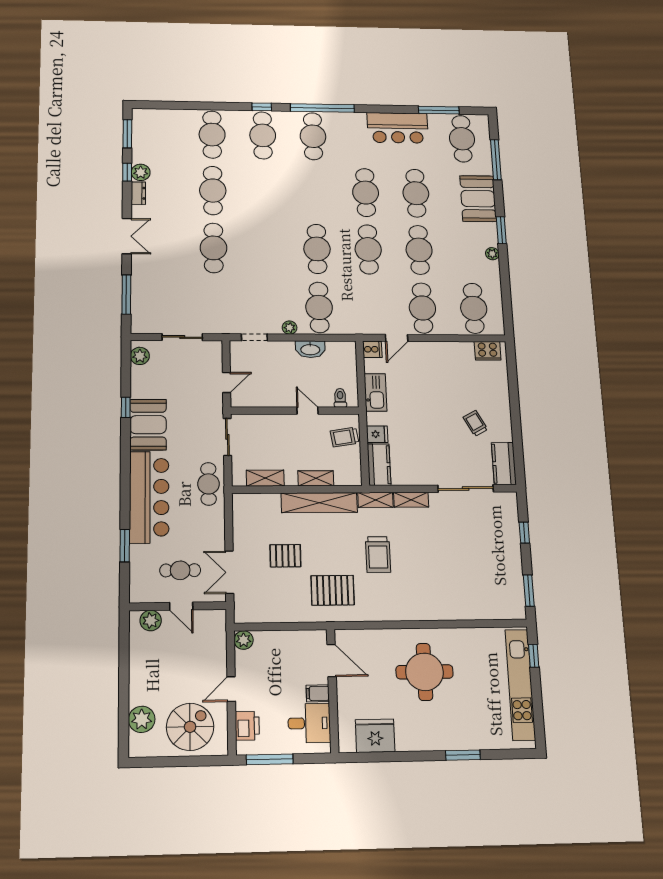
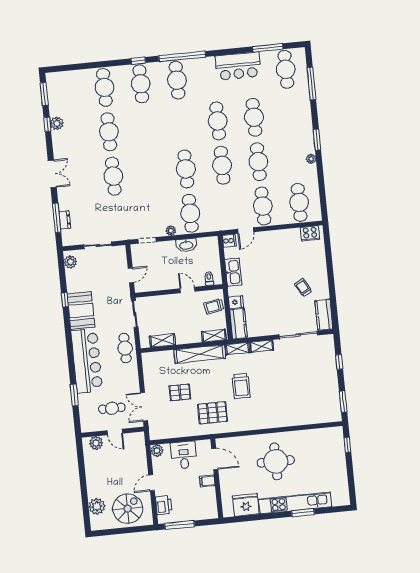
dresser: (138, 193) -> (65, 220), moved
booth: (478, 199) -> (299, 116), removed
shelving: (316, 478) -> (214, 336), moved
kitchen unit: (520, 685) -> (295, 503), moved, turned 90
desk: (309, 723) -> (184, 455), moved, turned -90

